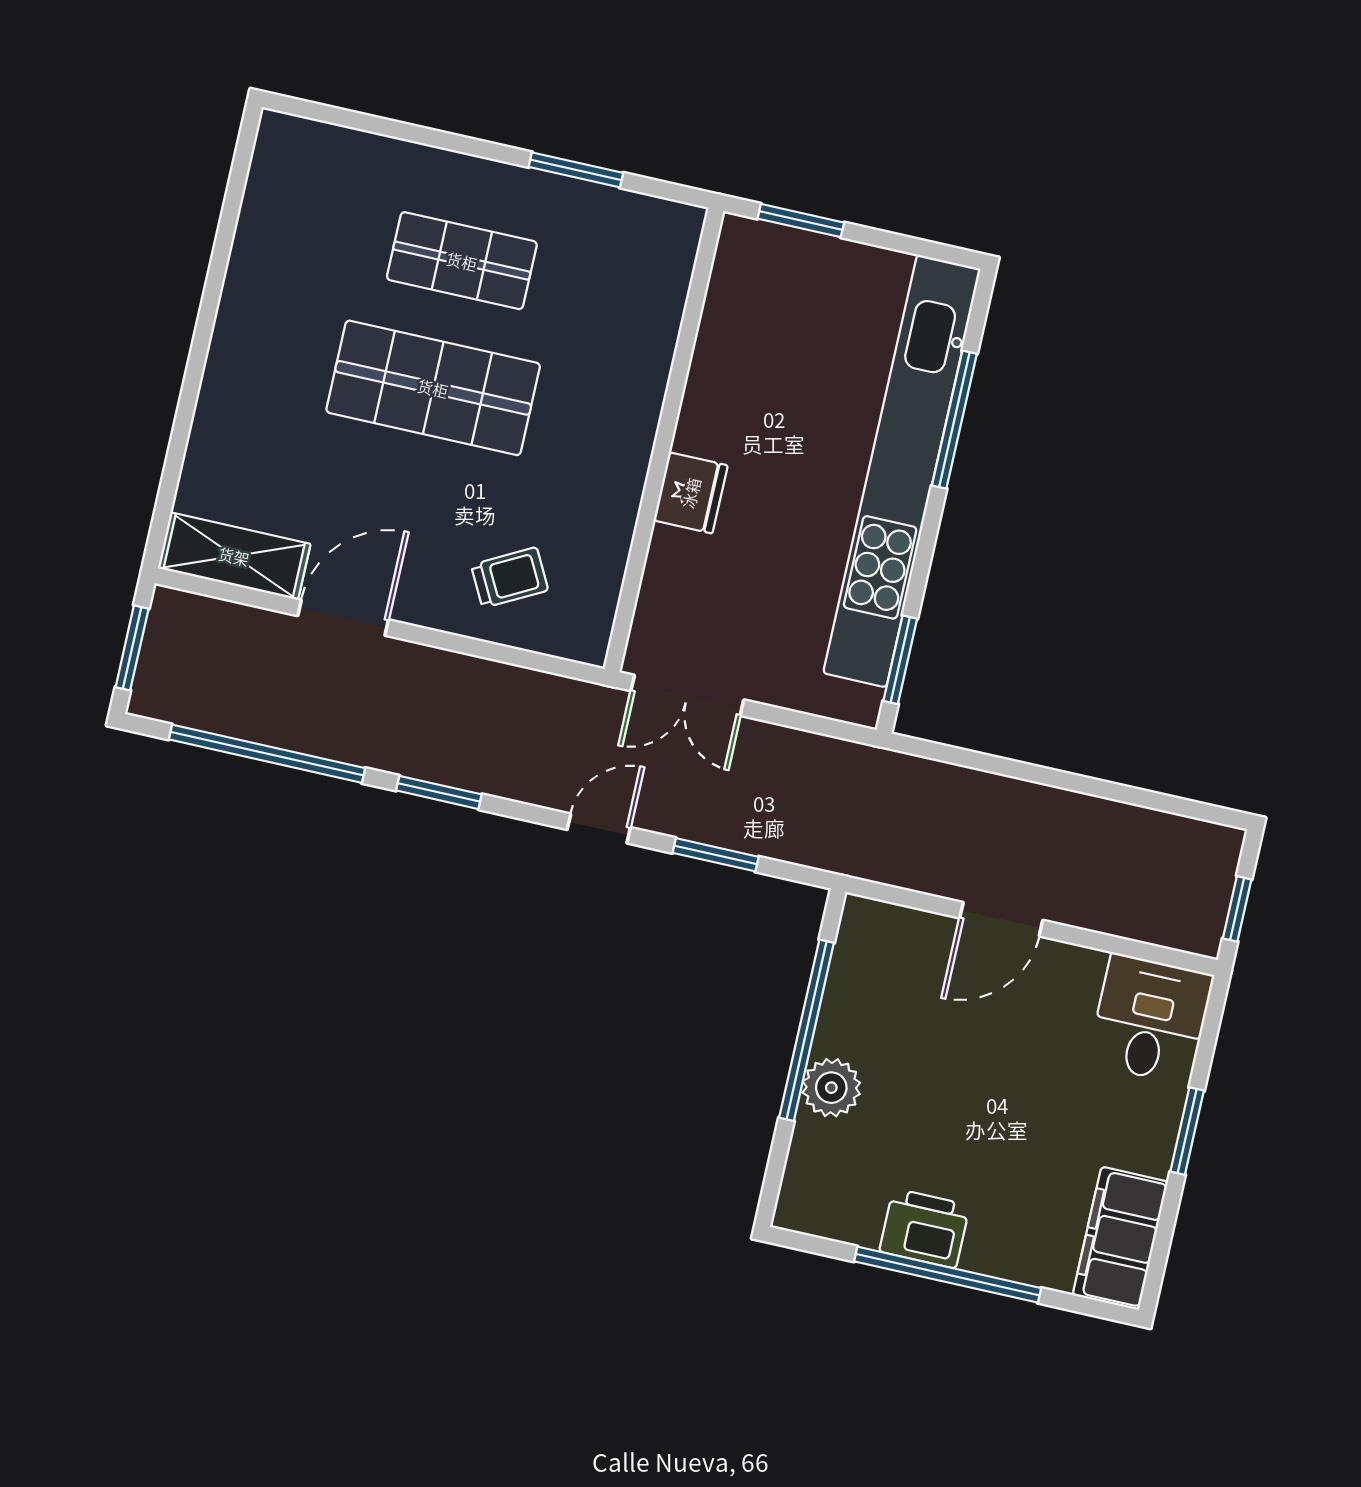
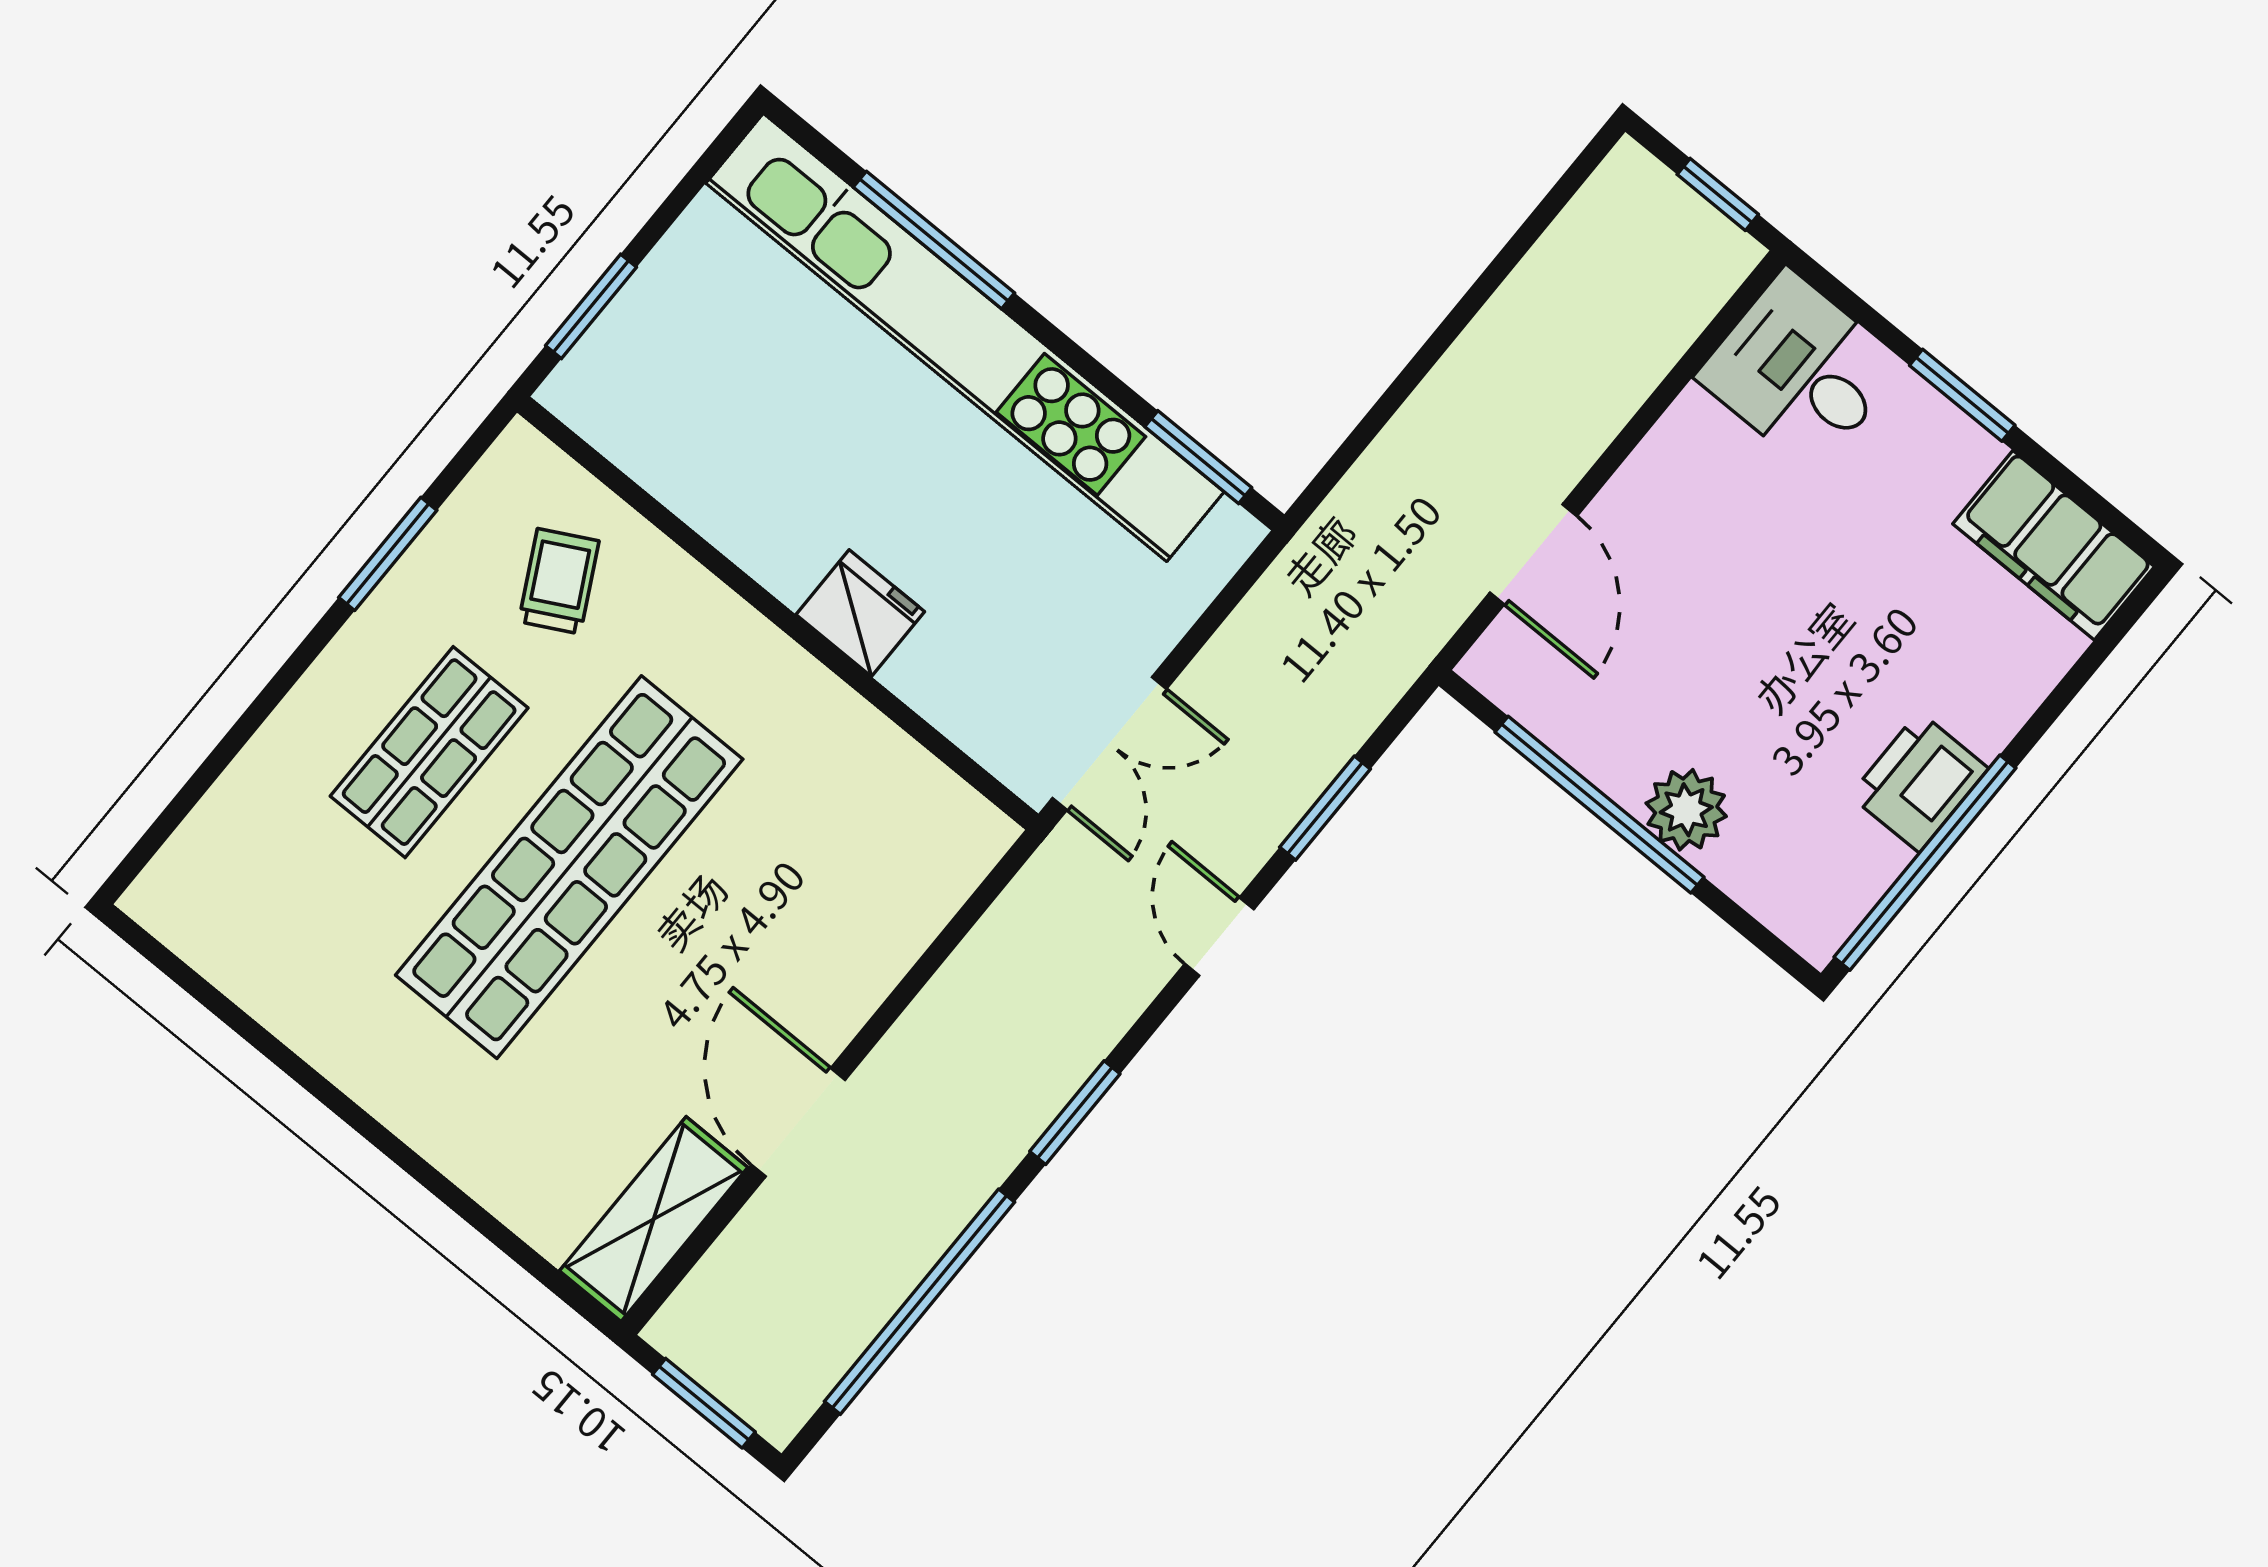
shop shelf: (433, 388) -> (569, 867), width x1.40
trolley: (510, 578) -> (559, 581), moved
door: (1001, 919) -> (1533, 554), moved
window: (948, 1275) -> (1925, 863), moved

